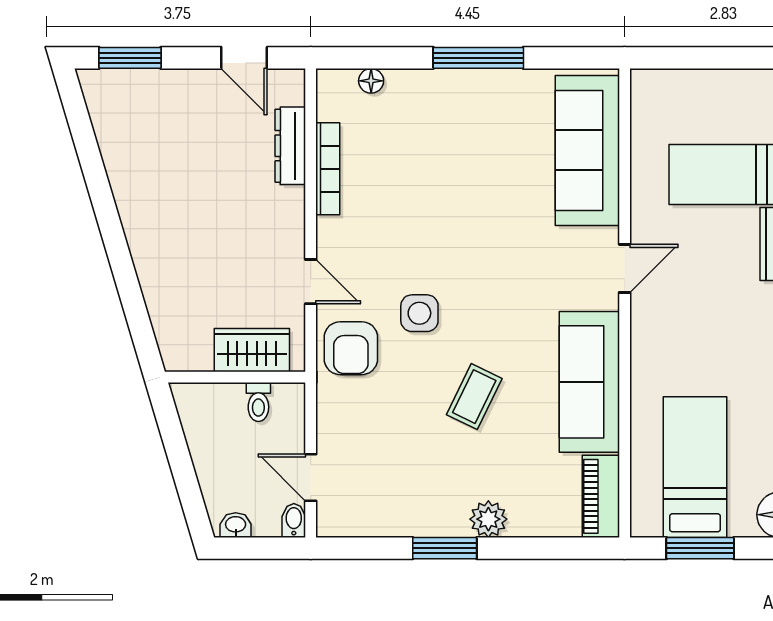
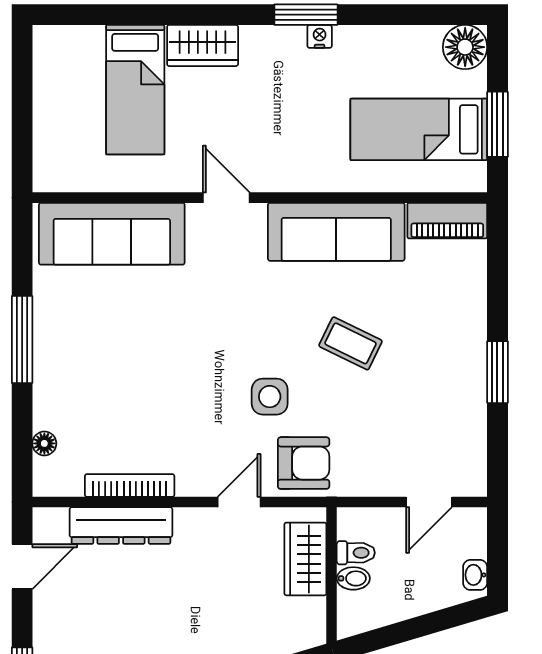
dresser: (290, 146) -> (121, 525), width x1.37, depth x1.24
plant: (488, 519) -> (469, 330), removed
bidet: (294, 521) -> (353, 578), moved, turned 180

